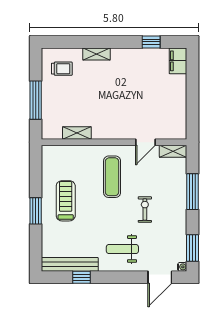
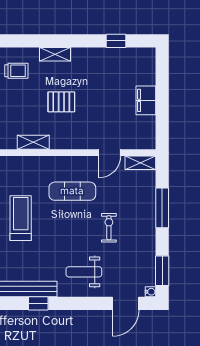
filing cabinet: (178, 61) -> (146, 100), moved
pallet: (102, 97) -> (61, 102), added
exercise mat: (112, 177) -> (72, 191), turned 90

